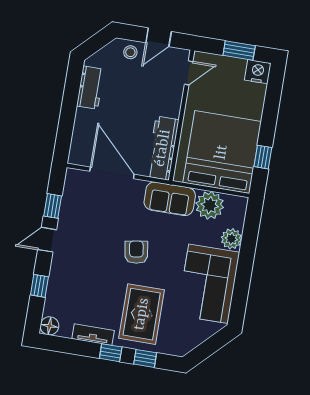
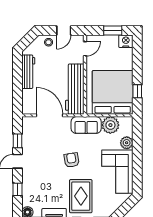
workbench: (90, 88) -> (28, 72), width x1.38
workbench: (163, 148) -> (75, 89), width x1.36, depth x1.32

